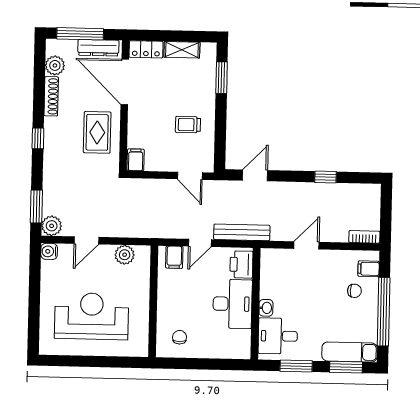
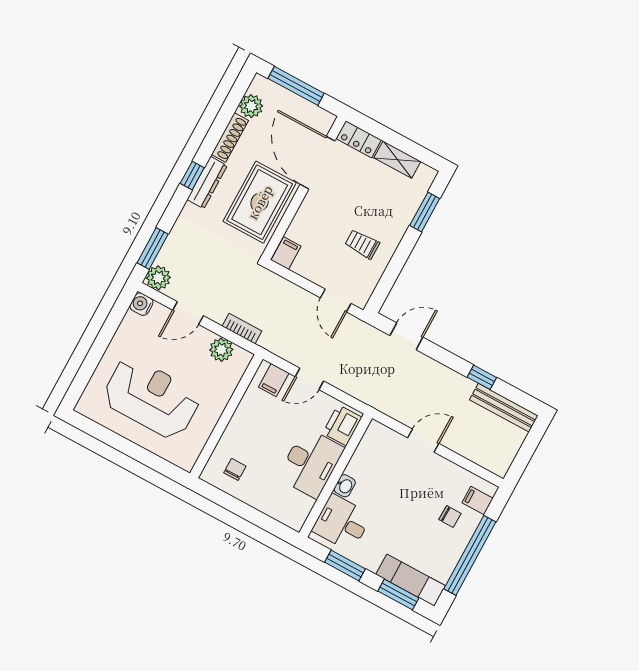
dresser: (98, 48) -> (207, 183), moved, turned -90
rug: (97, 132) -> (260, 202), width x1.36, depth x1.43
bench: (242, 232) -> (504, 408), moved
bookcase: (364, 237) -> (242, 329), moved

